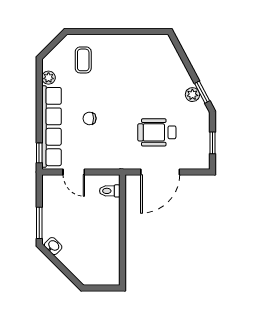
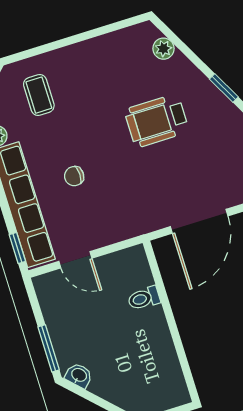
plant: (192, 95) -> (163, 49), moved
wheelchair: (157, 132) -> (157, 121), moved
toilet: (110, 191) -> (144, 298), moved

